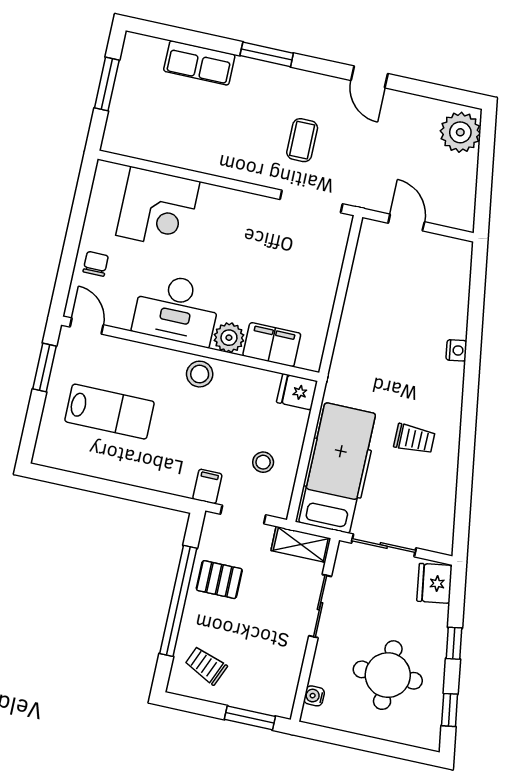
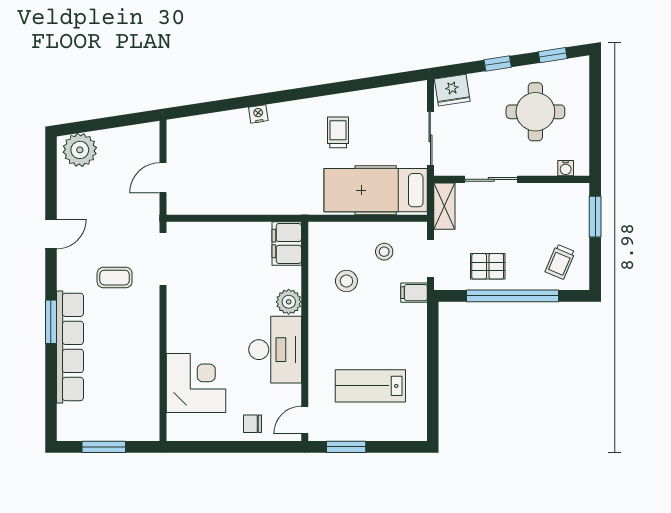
row of seats: (199, 63) -> (70, 347), width x2.02
filing cabinet: (272, 345) -> (287, 243), moved
stool: (200, 374) -> (346, 281), moved
fridge: (297, 392) -> (321, 237), removed
lab bench: (110, 412) -> (370, 386), turned -90
pallet: (219, 580) -> (488, 266), turned 90

